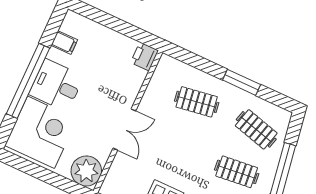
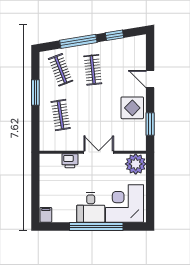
filing cabinet: (64, 43) -> (46, 215), moved
printer: (144, 57) -> (70, 161), moved
clothes rail: (256, 129) -> (61, 70), turned -36

